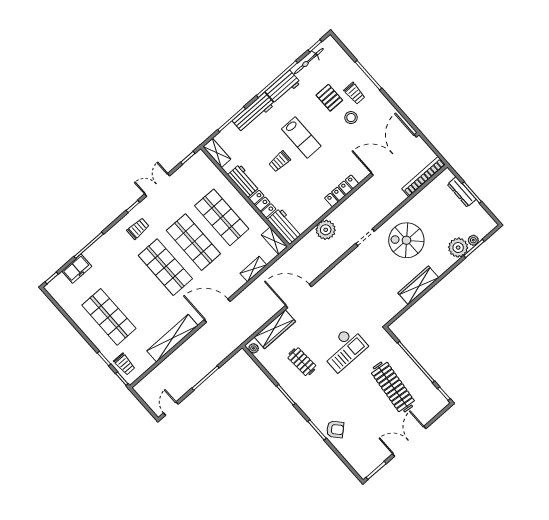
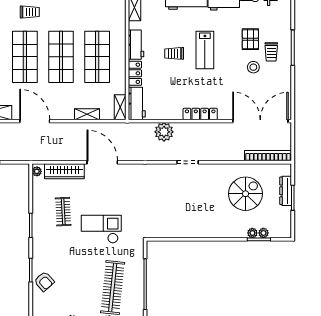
spiral stairs: (406, 240) -> (245, 194), moved, turned 90
plant: (458, 248) -> (252, 233), width x0.53, depth x0.53
wardrobe: (418, 285) -> (195, 230), removed
checkout: (344, 349) -> (101, 229), turned 180

